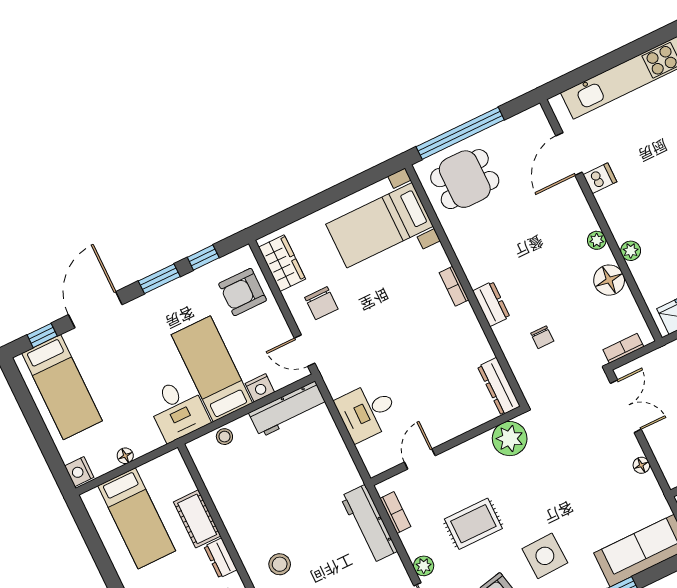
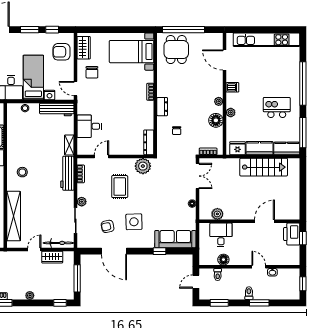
door: (569, 154) -> (225, 60), hinge flipped
dishwasher: (600, 178) -> (232, 87), moved
dining table: (465, 179) -> (176, 50), turned 90
shelving: (346, 467) -> (69, 145), added
rug: (473, 524) -> (120, 187), moved, turned 90

